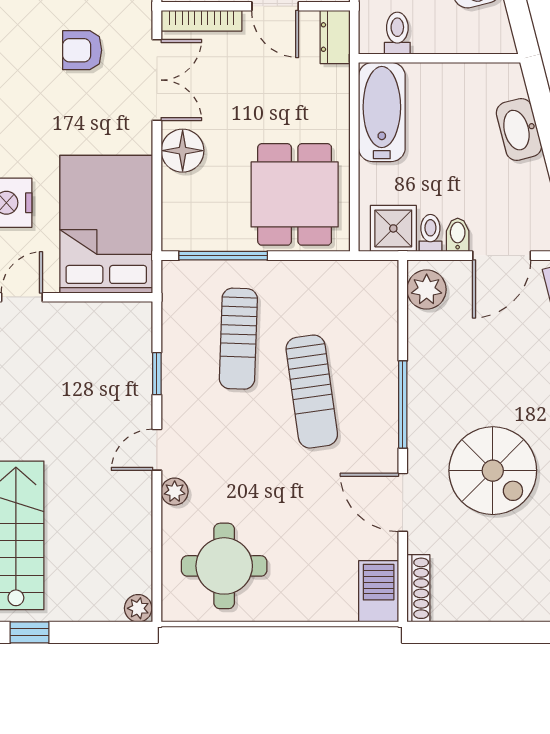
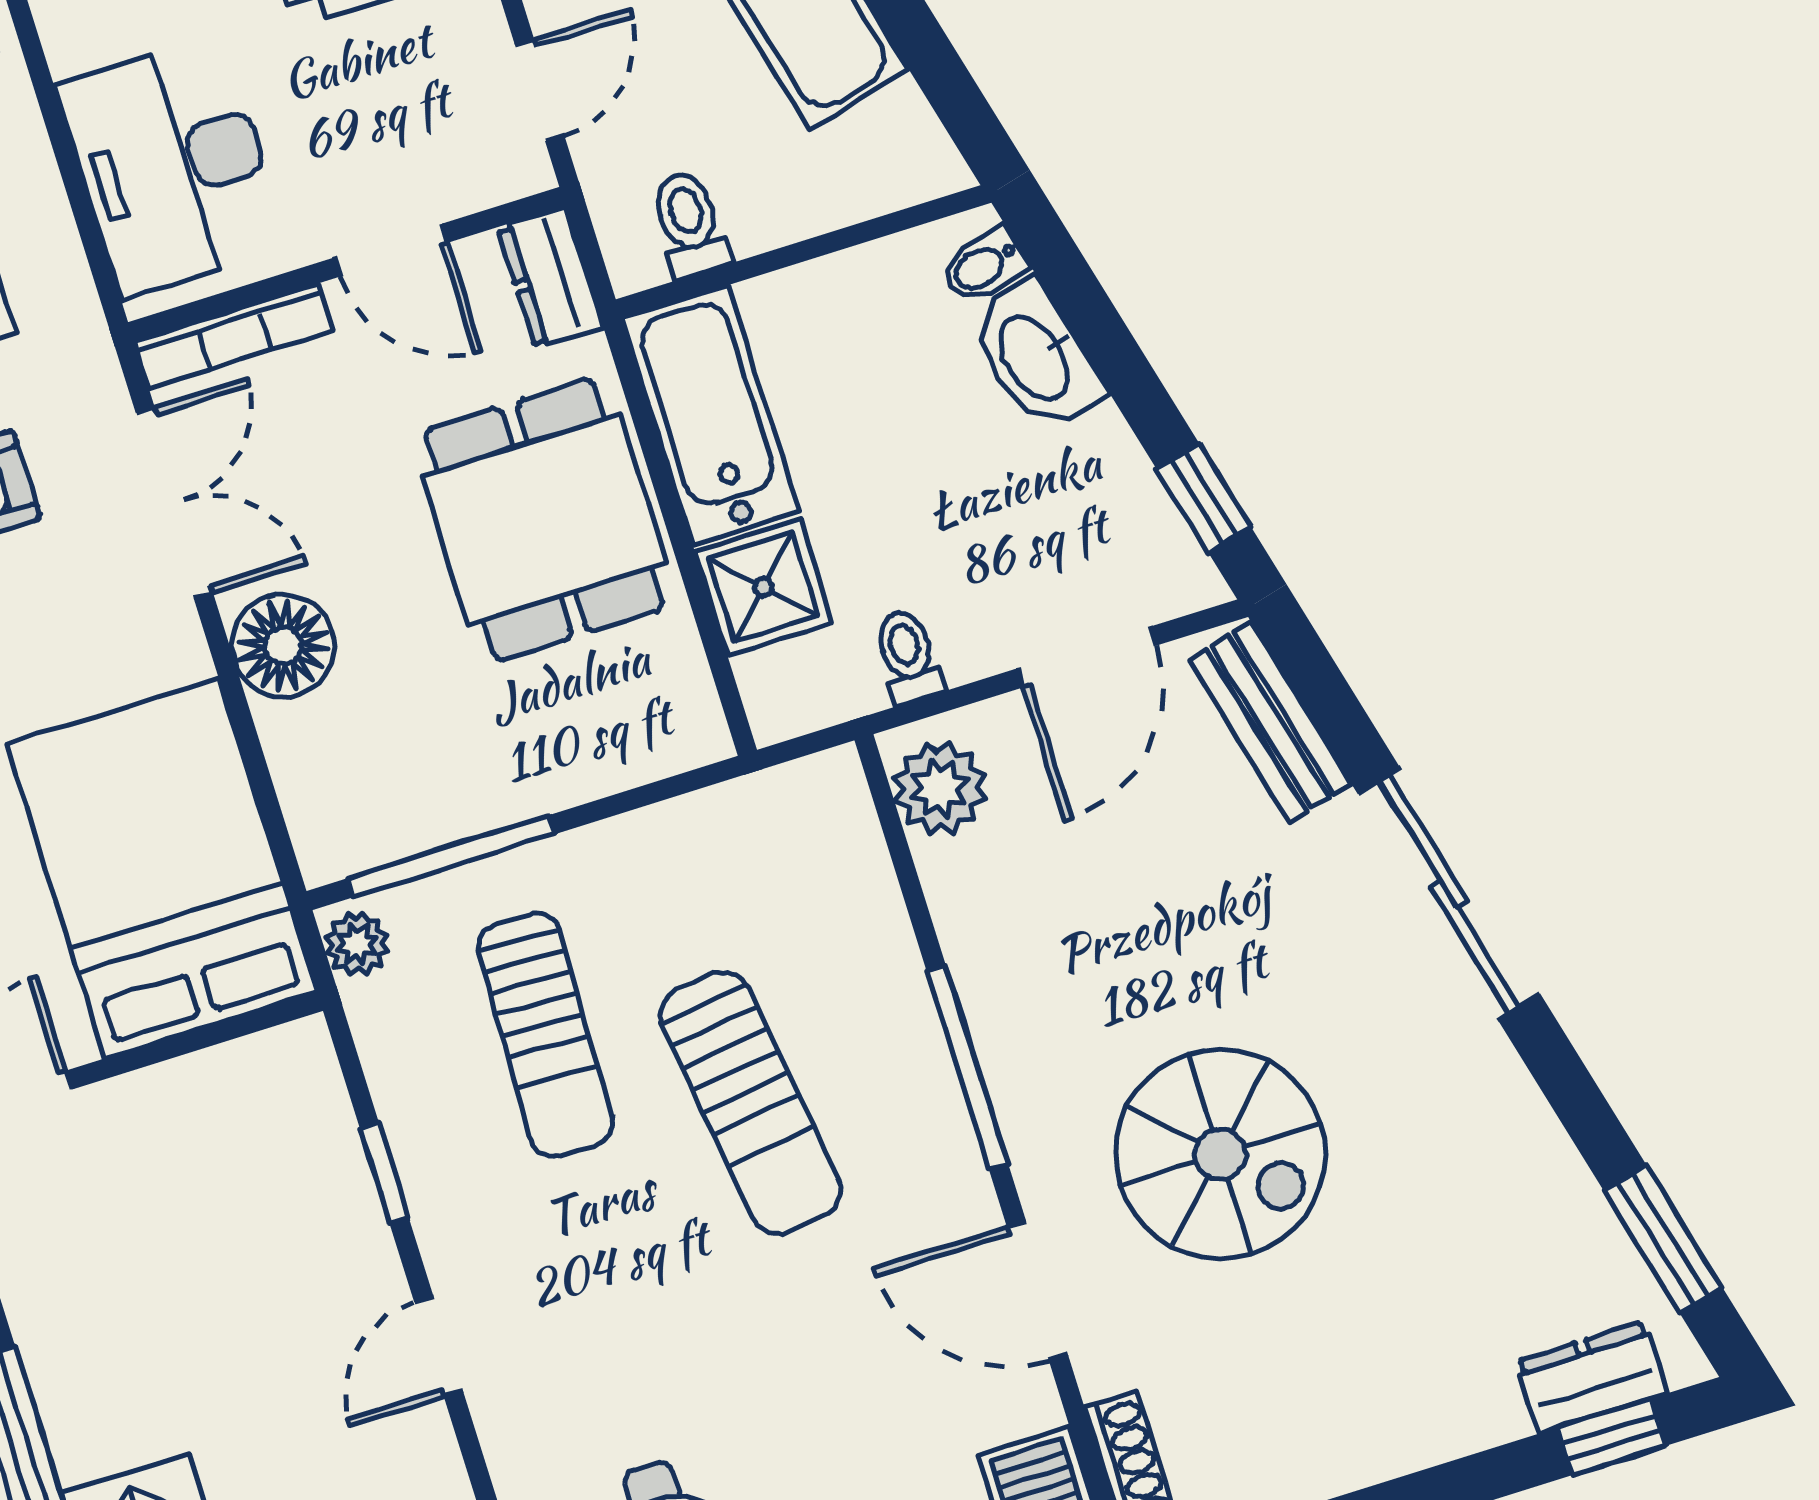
dining table: (295, 194) -> (544, 520), moved
shower: (393, 228) -> (763, 587), moved
bidet: (458, 235) -> (984, 266), moved, turned -104
plant: (175, 492) -> (357, 944), moved

